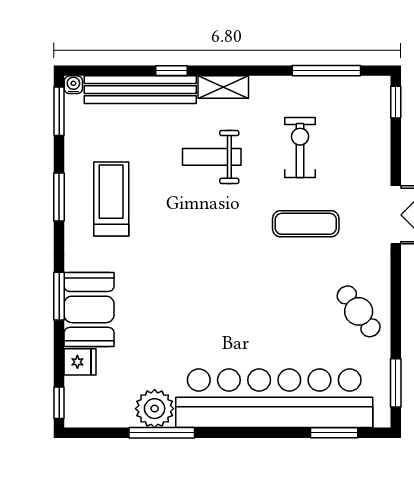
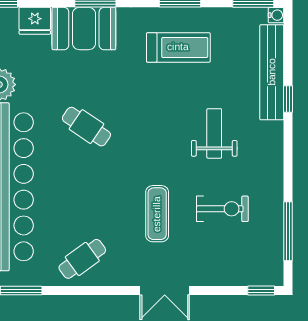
shelving: (223, 87) -> (274, 143), removed
cafe table: (204, 307) -> (86, 127), added
fridge: (80, 362) -> (35, 21), width x1.38

